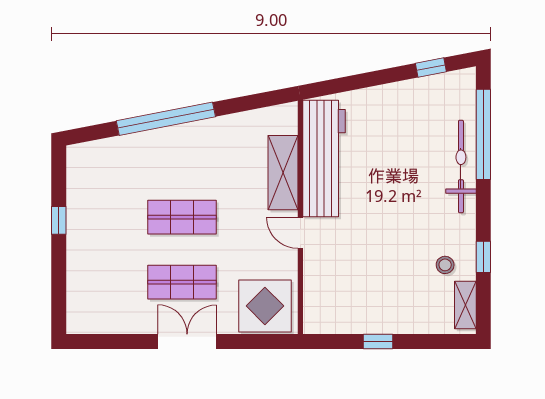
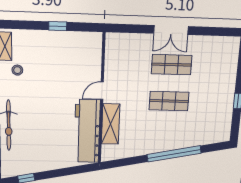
door: (300, 233) -> (102, 91), swing flipped
display table: (265, 306) -> (124, 49), removed

